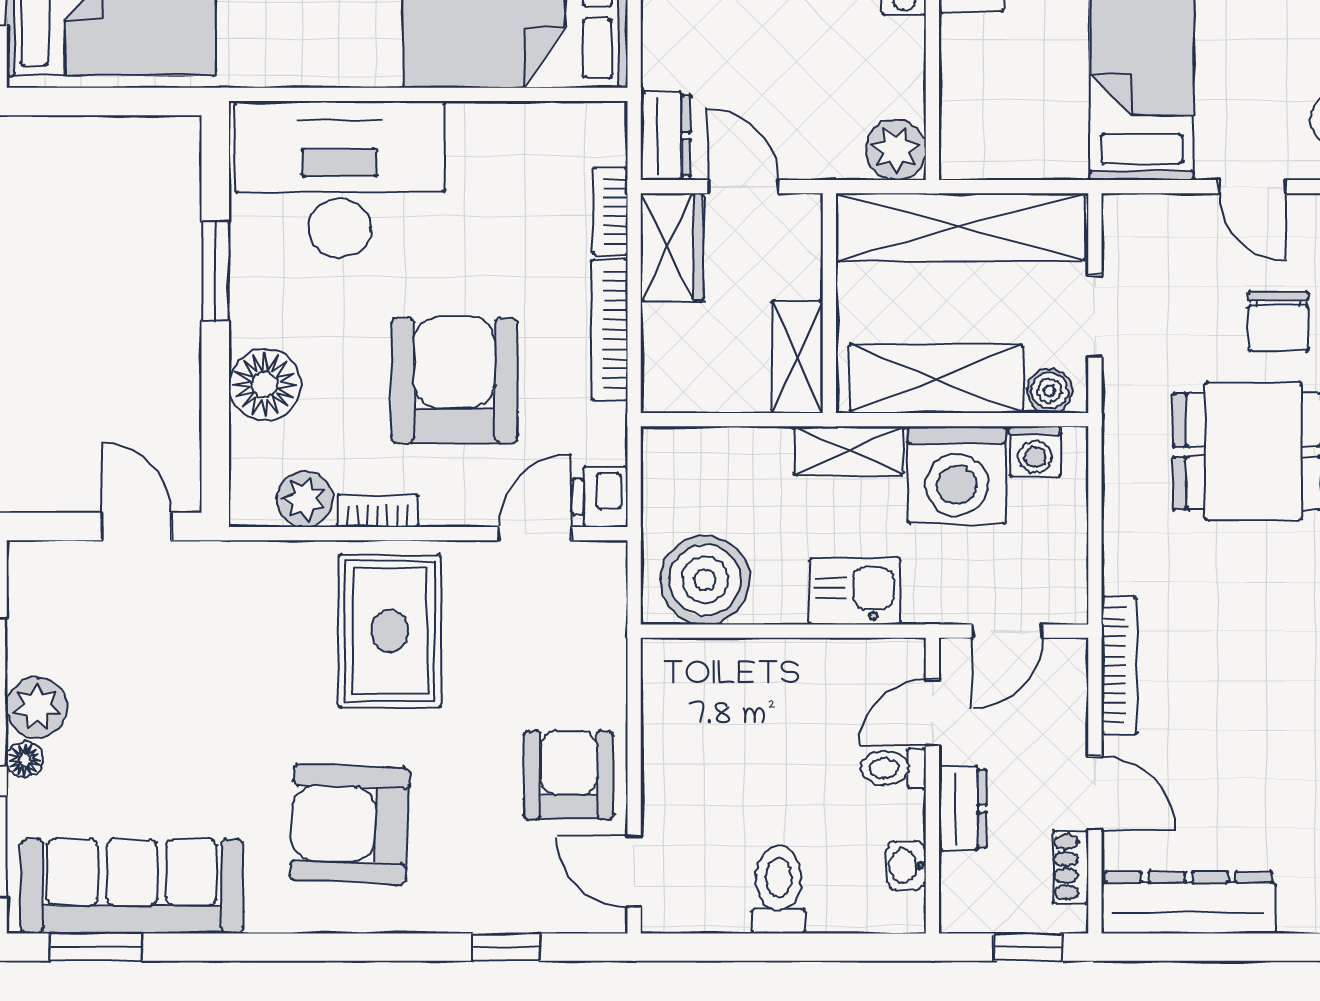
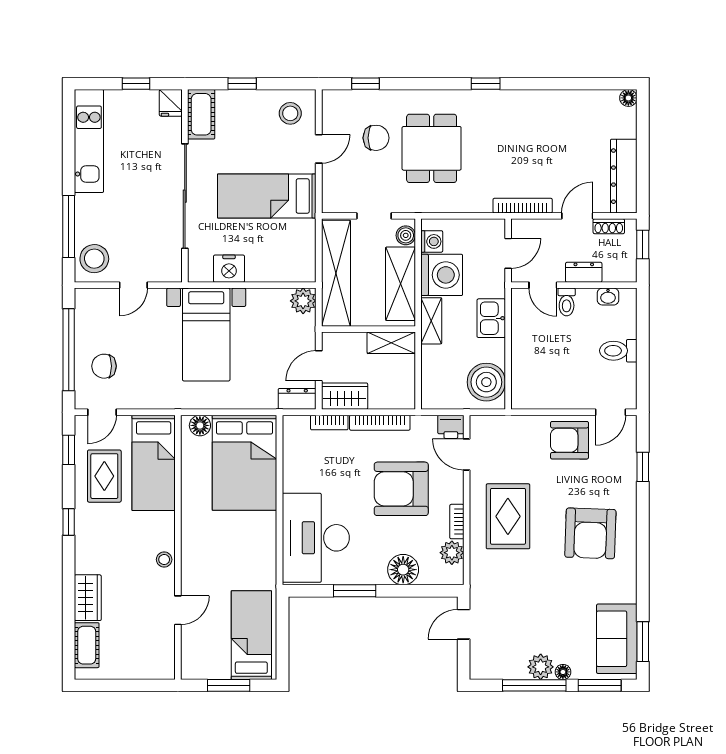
rug: (390, 631) -> (508, 516), turned 90
door: (1007, 631) -> (508, 253), hinge flipped
sofa: (132, 886) -> (617, 639), width x0.73

